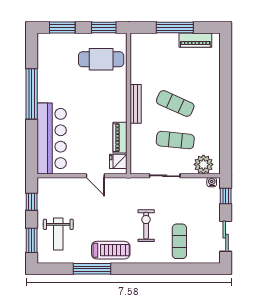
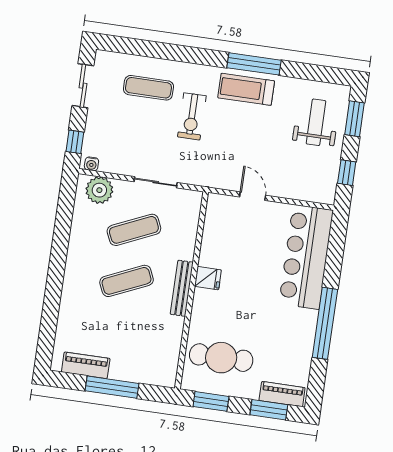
exercise mat: (175, 104) -> (127, 281), turned -48
piano: (120, 138) -> (282, 394), moved, turned -90
exercise mat: (175, 140) -> (134, 230), turned -30
fridge: (118, 161) -> (208, 278), moved
exercise mat: (179, 241) -> (148, 88), turned 90
window: (92, 269) -> (254, 64), moved

